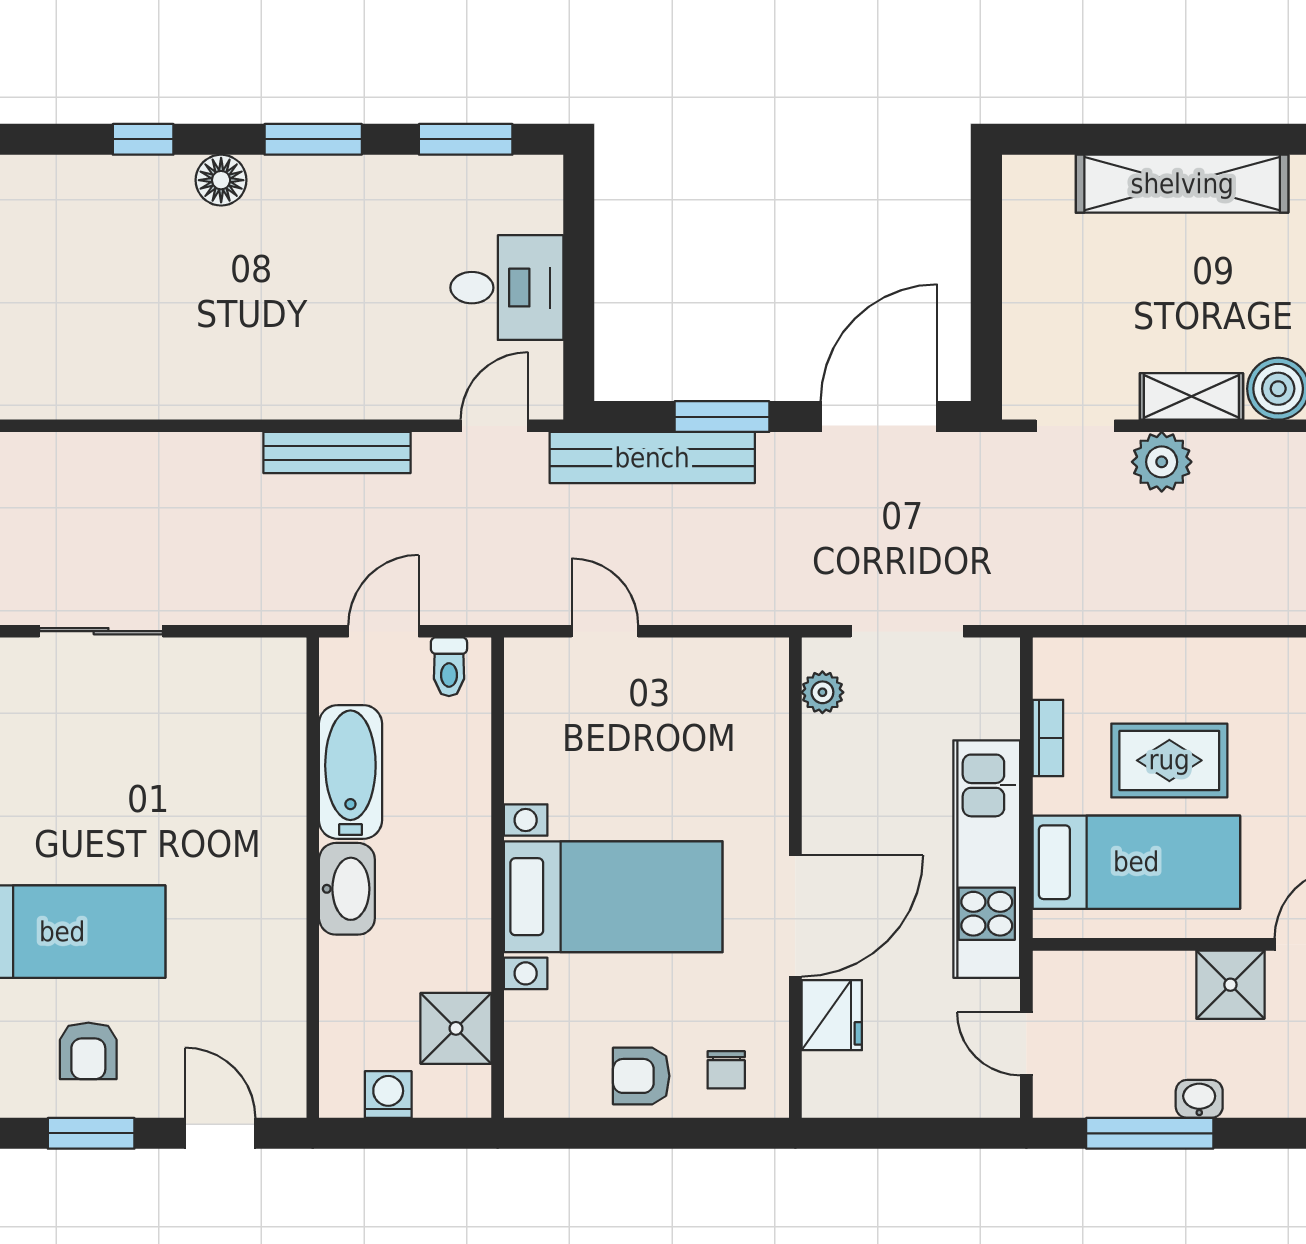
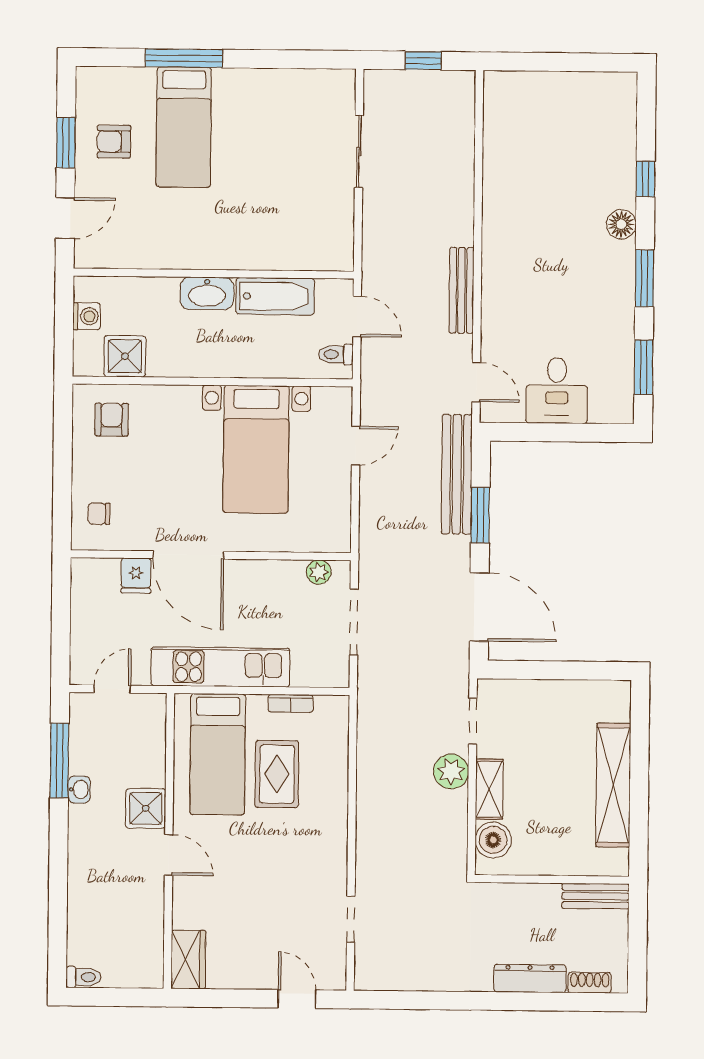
bed with nightstands: (613, 897) -> (256, 449), moved
fridge: (832, 1015) -> (136, 576), width x0.72
armchair: (641, 1076) -> (112, 420), moved

